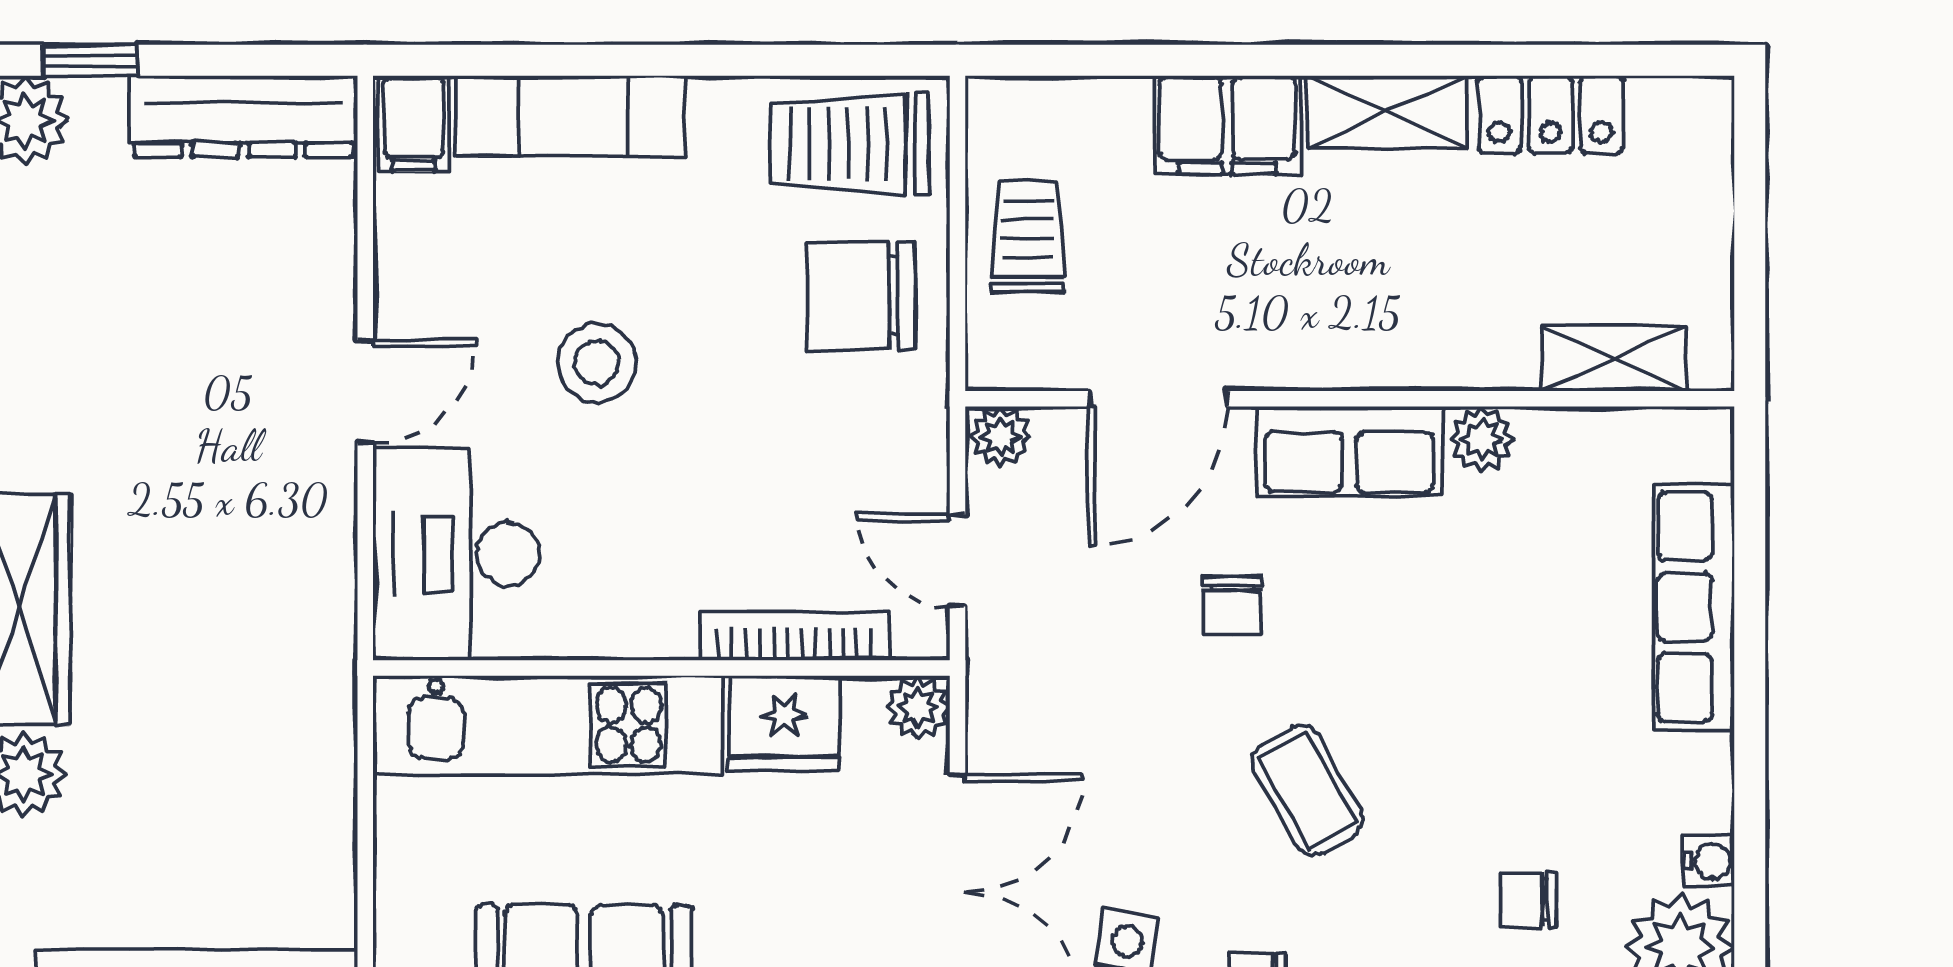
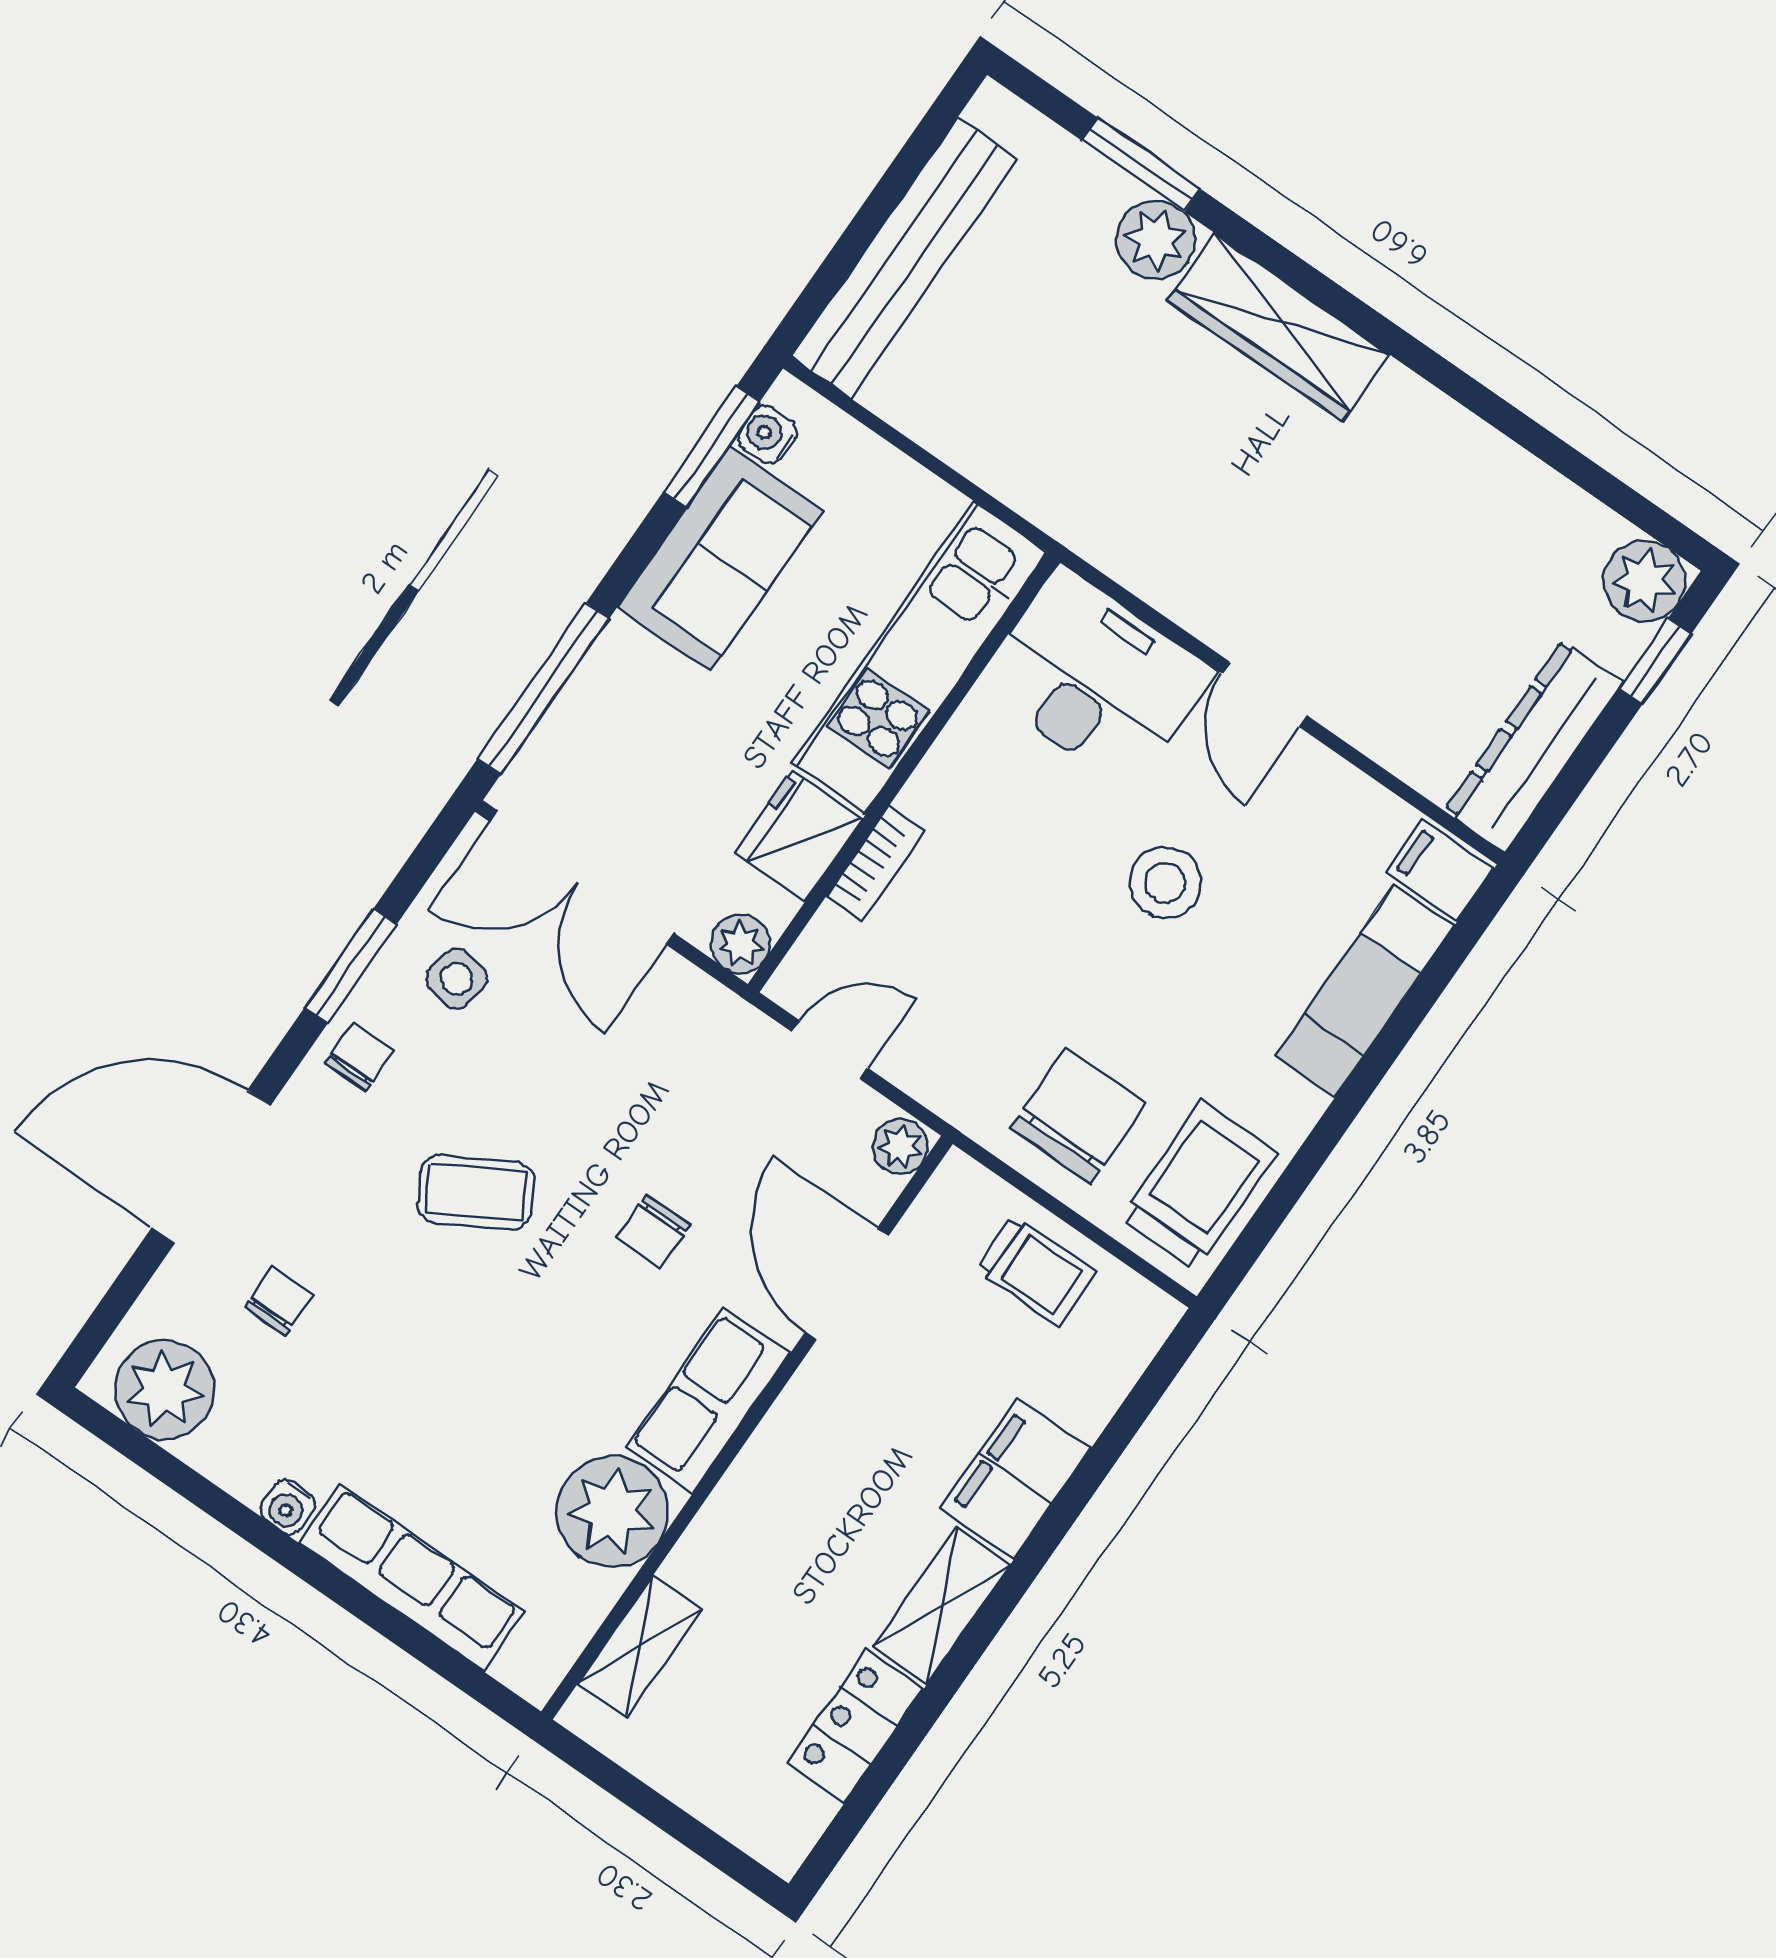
plant: (1482, 439) -> (612, 1512), width x1.88, depth x1.88
chair: (1232, 606) -> (653, 1232), turned -90
bookcase: (795, 636) -> (876, 863), width x0.64
water cooler: (1709, 861) -> (288, 1507), moved

